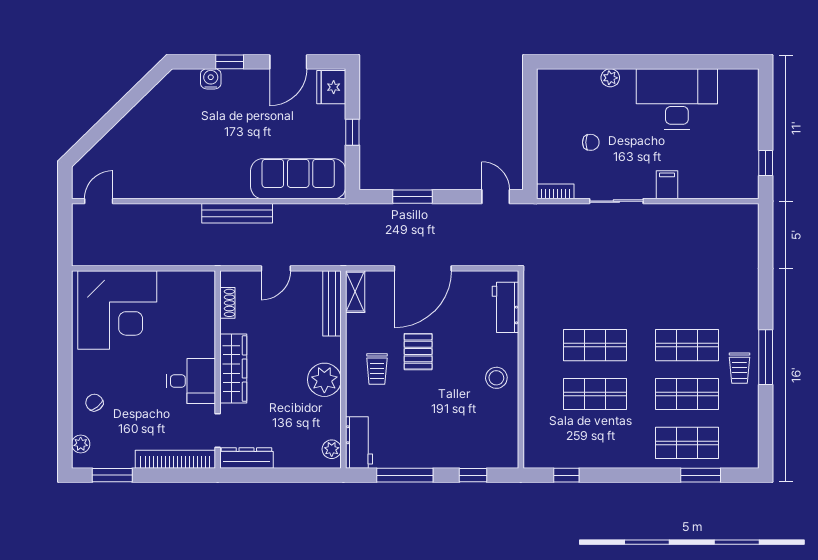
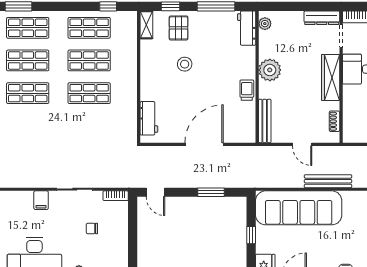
sofa: (298, 179) -> (299, 208), width x1.36, depth x1.27
door: (276, 268) -> (302, 144), swing flipped
shelving: (355, 292) -> (146, 25), moved
pallet: (418, 352) -> (179, 28), moved
trolley: (377, 369) -> (247, 90), moved
stool: (496, 378) -> (185, 64), moved
shop shelf: (595, 443) -> (89, 28), added

